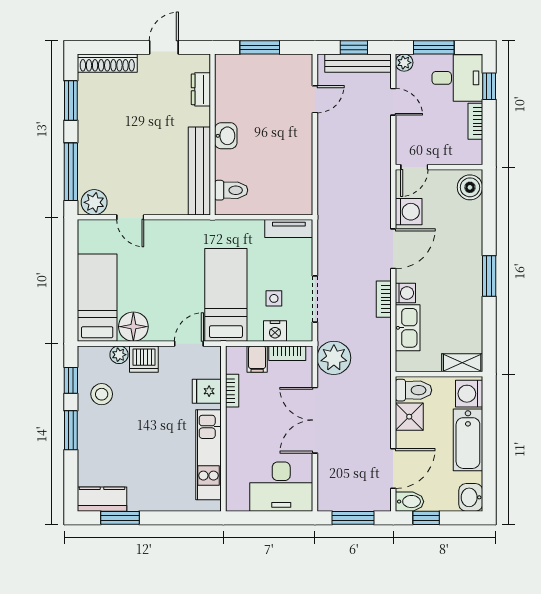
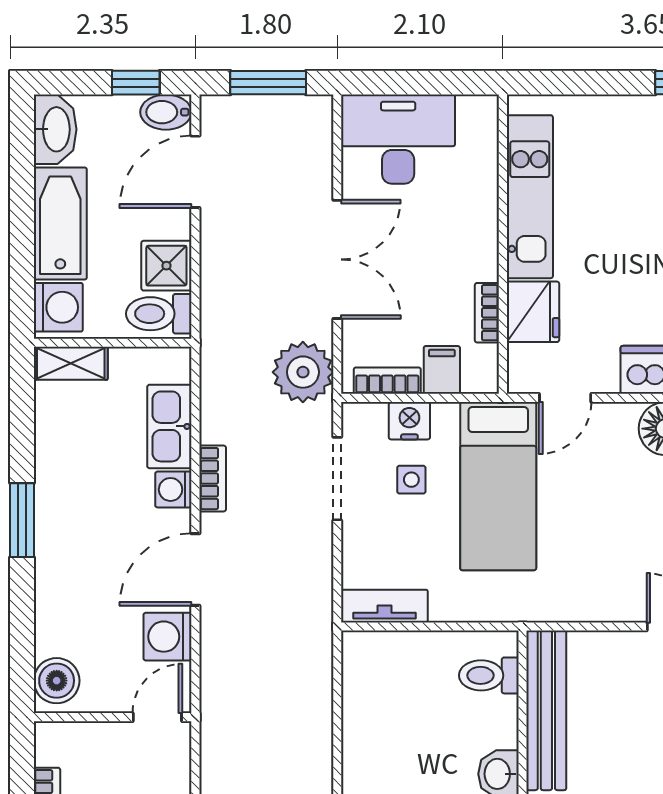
fridge: (207, 391) -> (533, 312), width x1.38
washbasin: (471, 497) -> (55, 129), width x1.38

